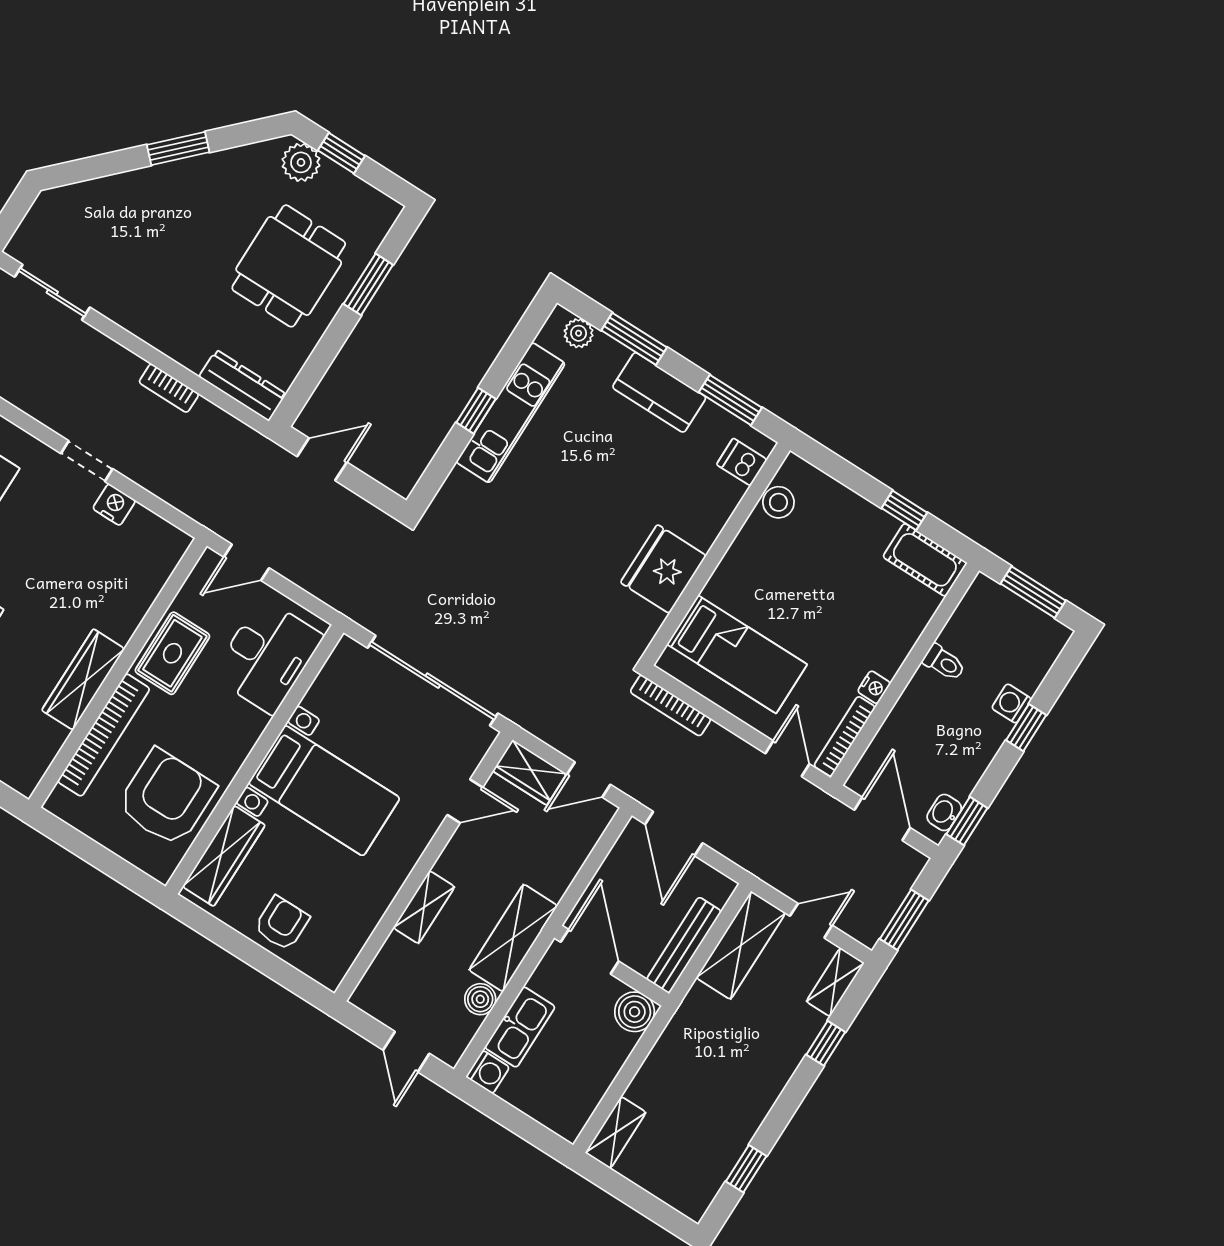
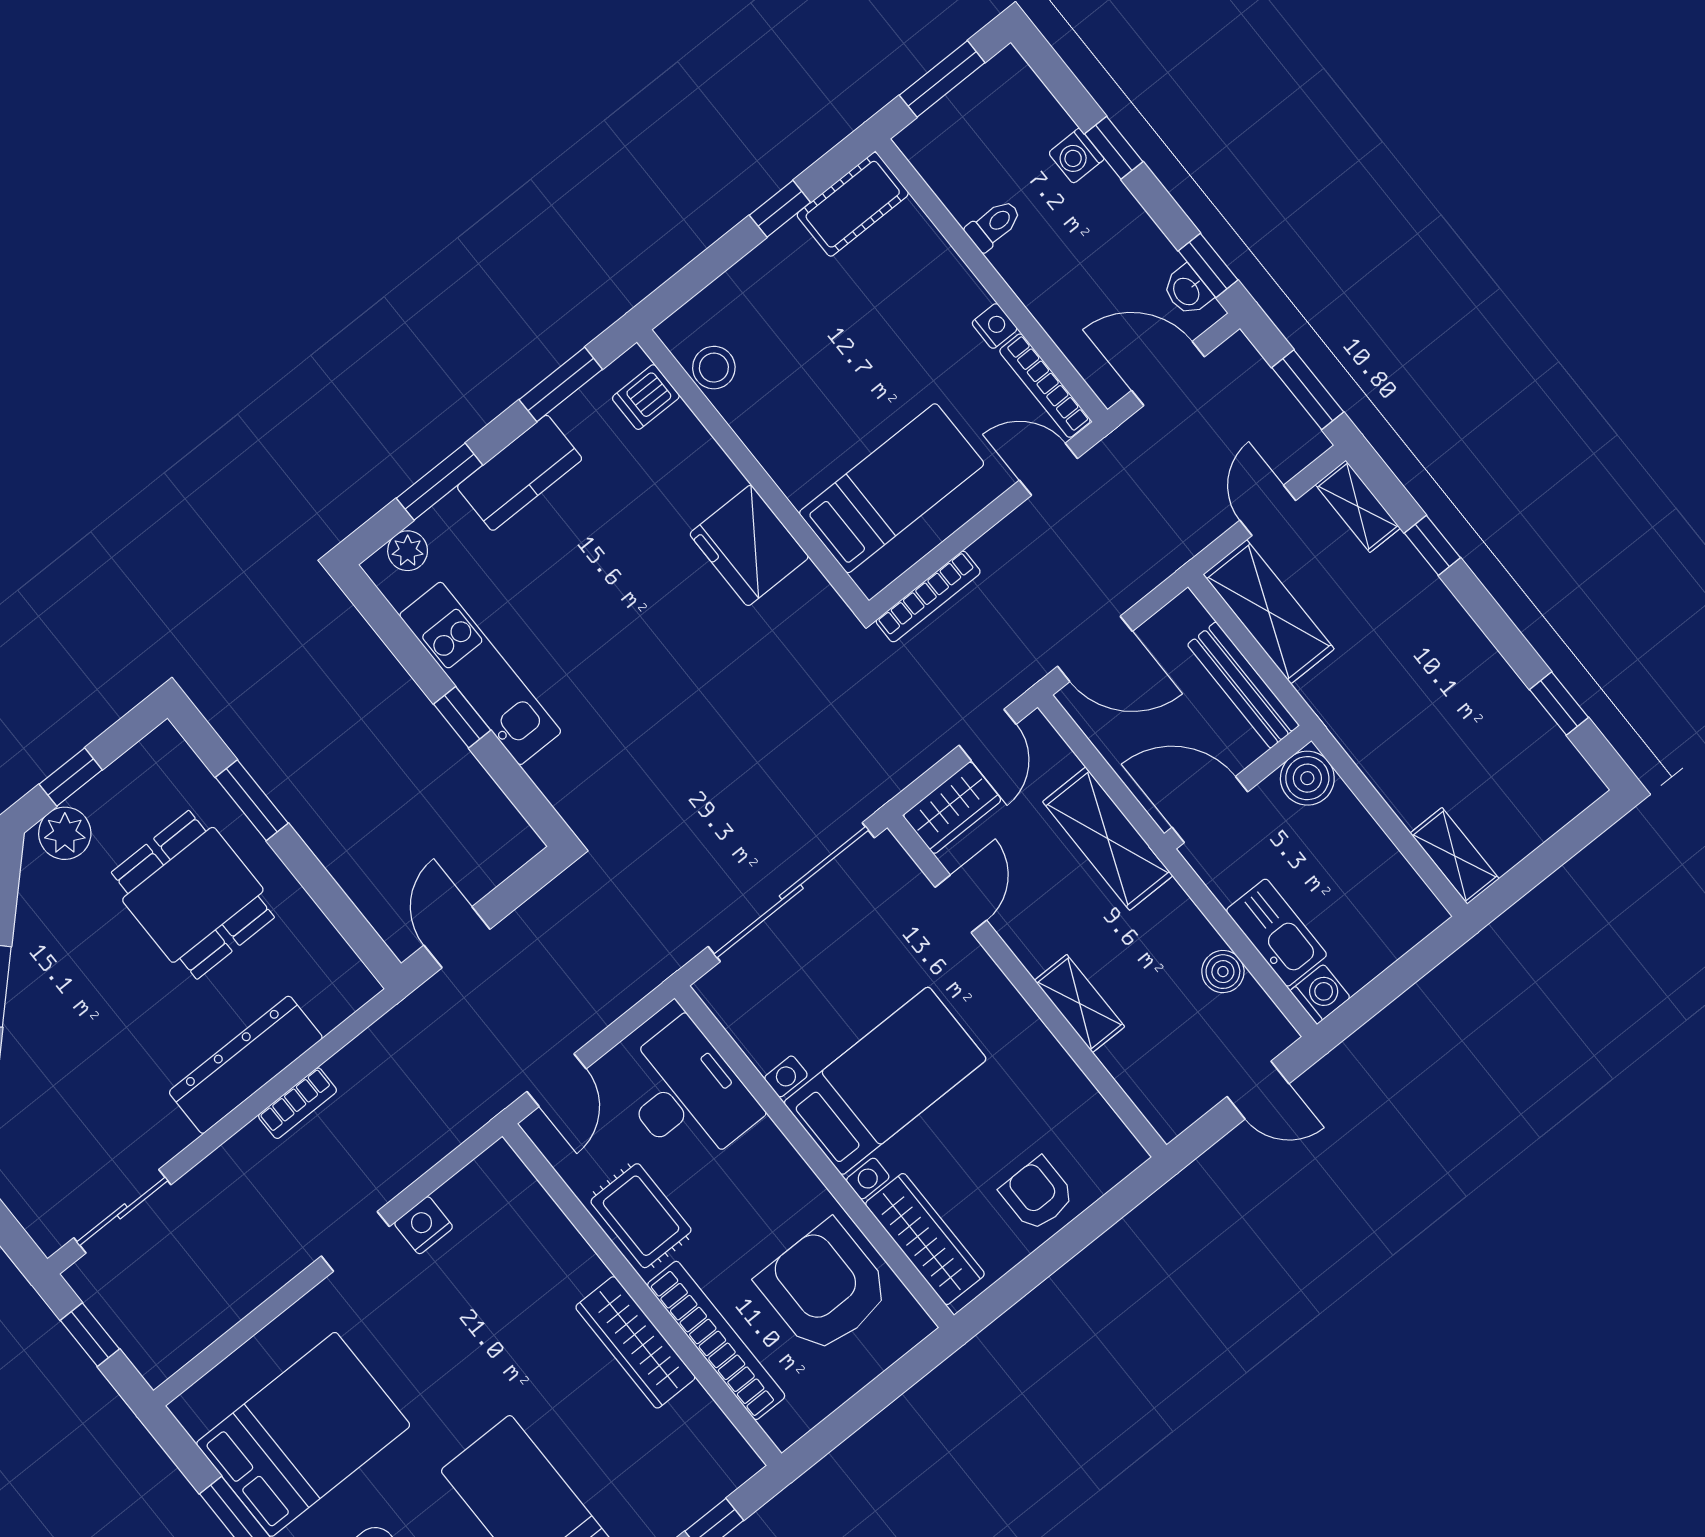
dresser: (242, 385) -> (246, 1065), moved, width x1.37, depth x1.24
shelving: (513, 938) -> (1108, 839), moved

